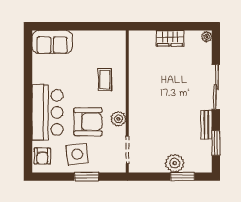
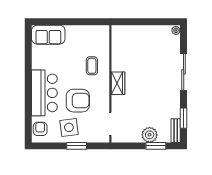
wardrobe: (170, 38) -> (118, 83), moved, turned -90
plant: (118, 119) -> (103, 98), removed
bench: (206, 125) -> (176, 131), moved
armchair: (42, 156) -> (40, 129), turned 180

